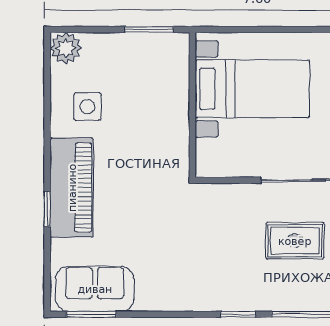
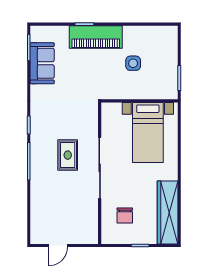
plant: (66, 48) -> (169, 34), removed
side table: (88, 107) -> (133, 63), moved
sofa: (95, 289) -> (42, 63), moved

